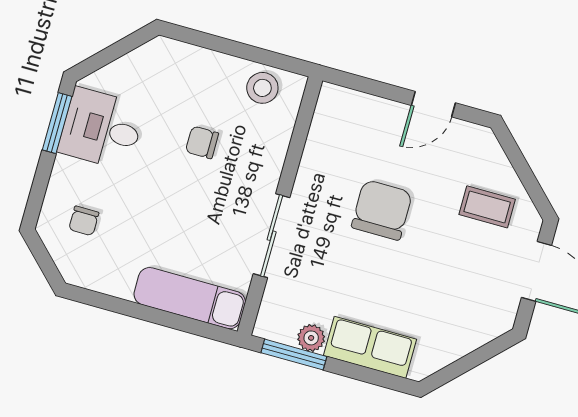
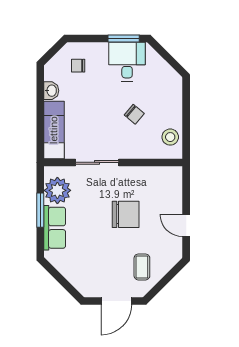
chair: (202, 142) -> (134, 114), turned 130
washbasin: (116, 283) -> (51, 91), added
plant: (311, 338) -> (57, 190), width x1.87, depth x1.87
window: (294, 355) -> (40, 210), moved

